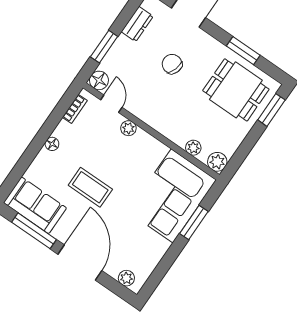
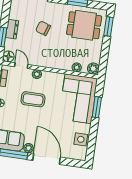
dresser: (137, 24) -> (12, 29), moved
coffee table: (90, 187) -> (33, 99), moved
side table: (146, 259) -> (81, 139), added
plant: (126, 278) -> (28, 148), moved

